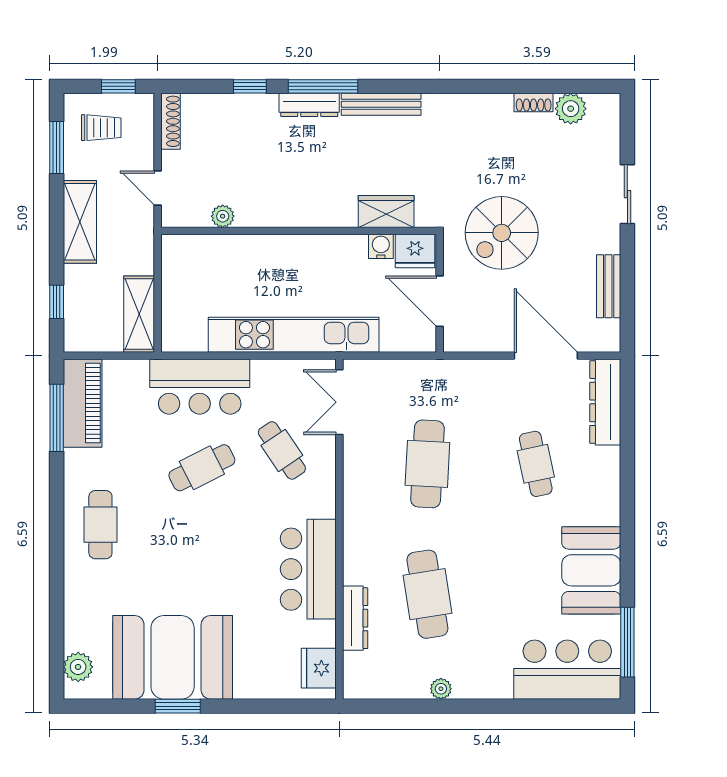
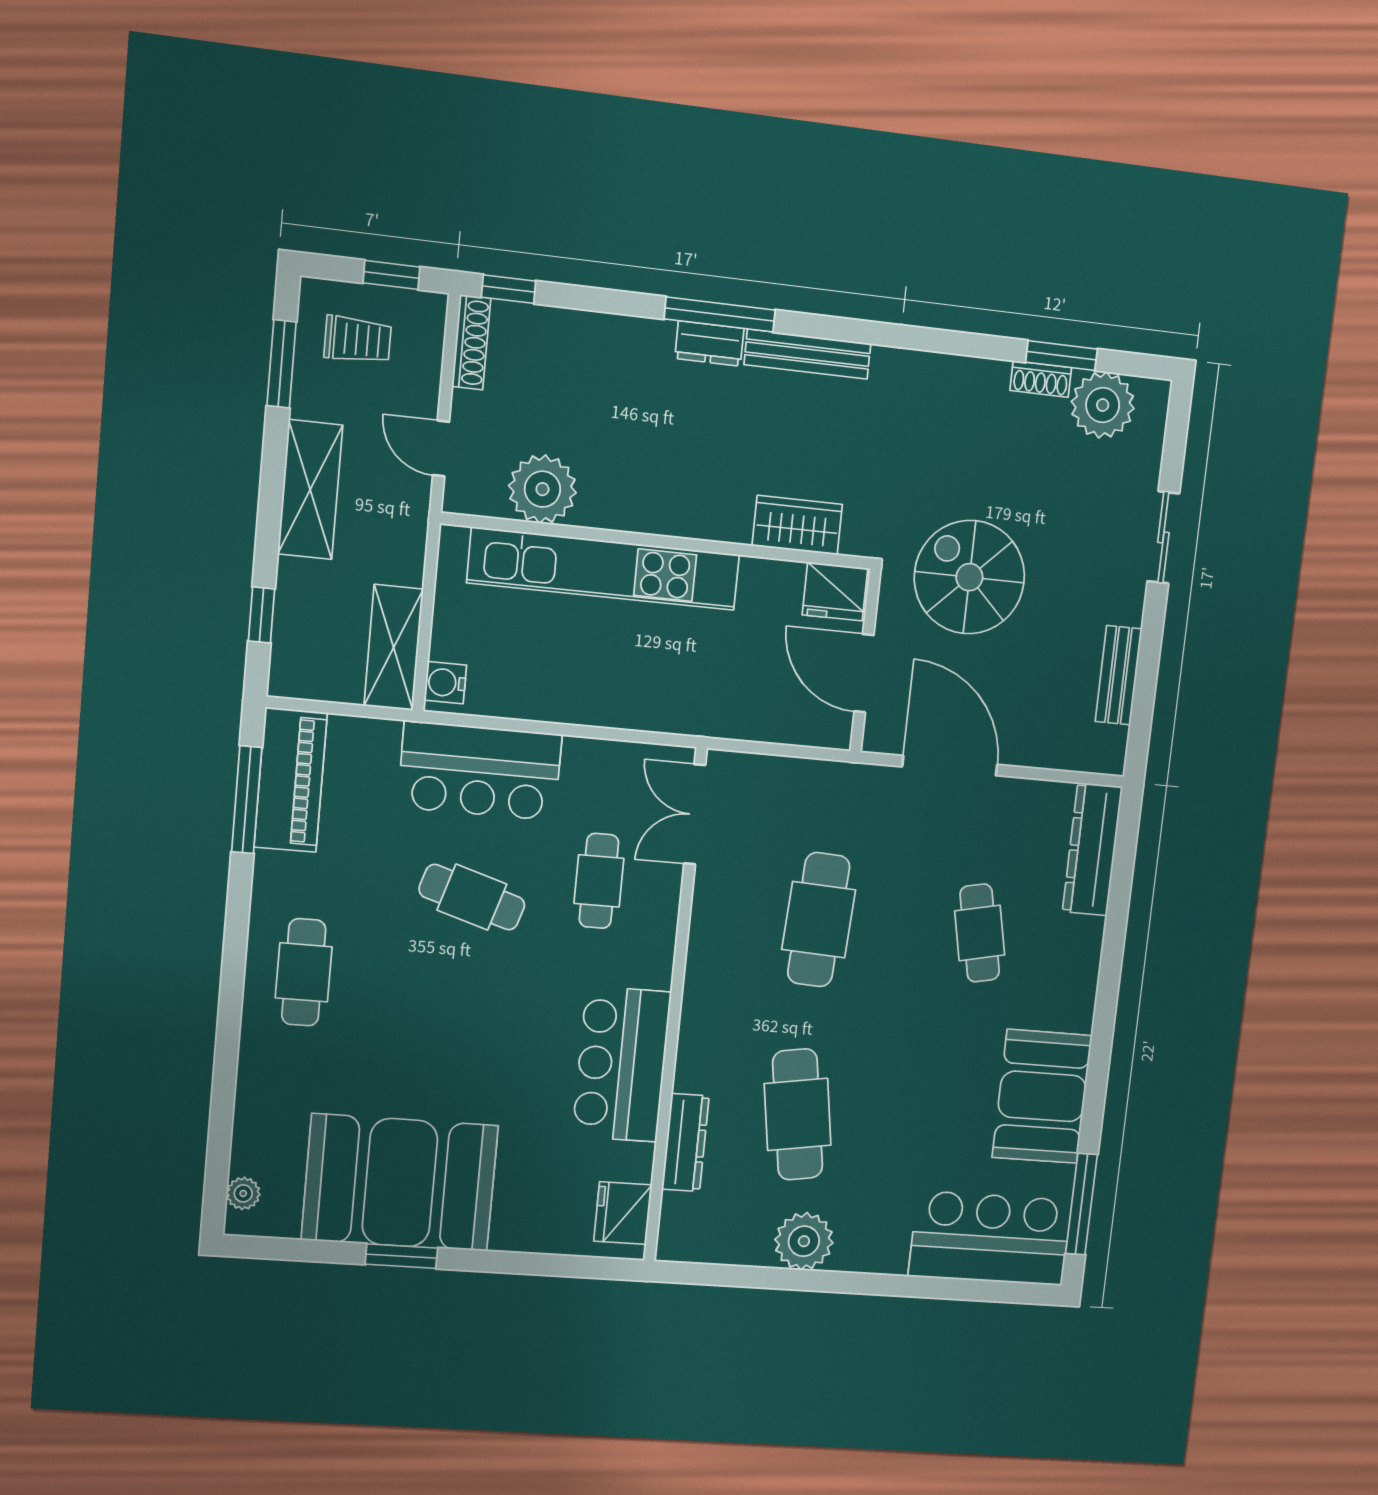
window: (250, 86) -> (509, 289), moved
window: (545, 86) -> (1061, 356), added
dresser: (309, 105) -> (709, 343), width x0.70
plant: (571, 109) -> (1103, 405), width x1.36, depth x1.36
plant: (223, 216) -> (542, 489), width x1.87, depth x1.87
spiral stairs: (502, 233) -> (969, 577), turned 90
water cooler: (381, 246) -> (445, 683), moved, turned -90
kitchen unit: (294, 335) -> (604, 569), moved, turned 180
door: (546, 356) -> (950, 766), moved
cafe table: (282, 450) -> (599, 881), turned 34
cafe table: (202, 468) -> (472, 897), turned 44
plant: (78, 667) -> (243, 1193), width x0.73, depth x0.73
plant: (441, 689) -> (804, 1241), width x1.88, depth x1.88

